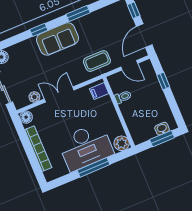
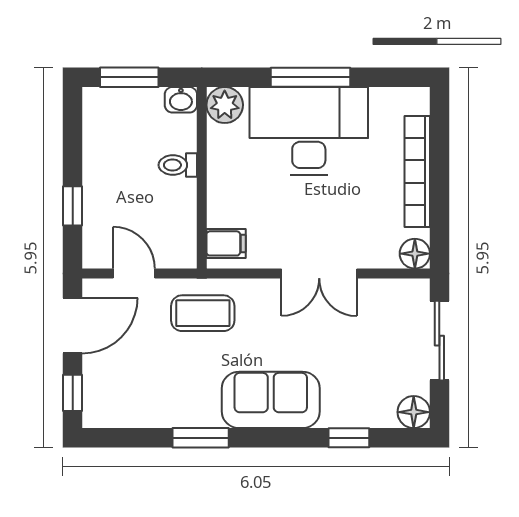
window: (39, 30) -> (349, 438), moved
plant: (34, 97) -> (377, 291), removed
toilet: (123, 97) -> (178, 165), moved
washbasin: (162, 129) -> (181, 100), moved

